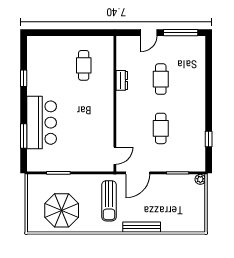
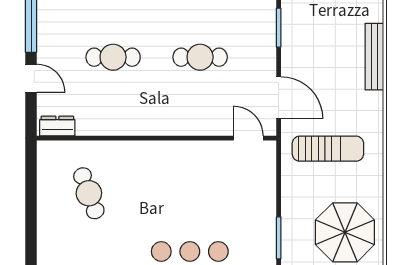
cafe table: (84, 65) -> (89, 193), turned 70
dresser: (122, 80) -> (57, 126), moved
bench: (142, 227) -> (374, 57), moved

